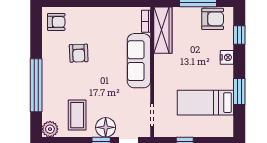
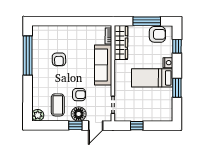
armchair: (56, 22) -> (79, 95), moved
window: (36, 85) -> (28, 55), moved
bed: (205, 103) -> (152, 78), moved

